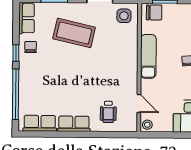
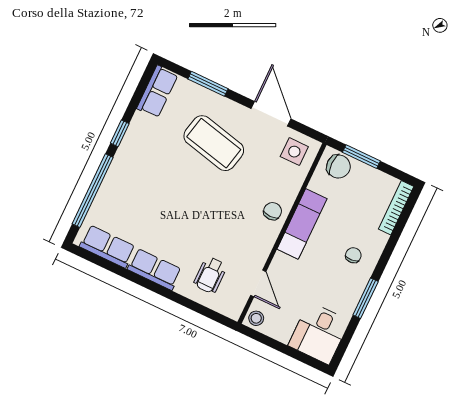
chair: (31, 47) -> (273, 211), moved

